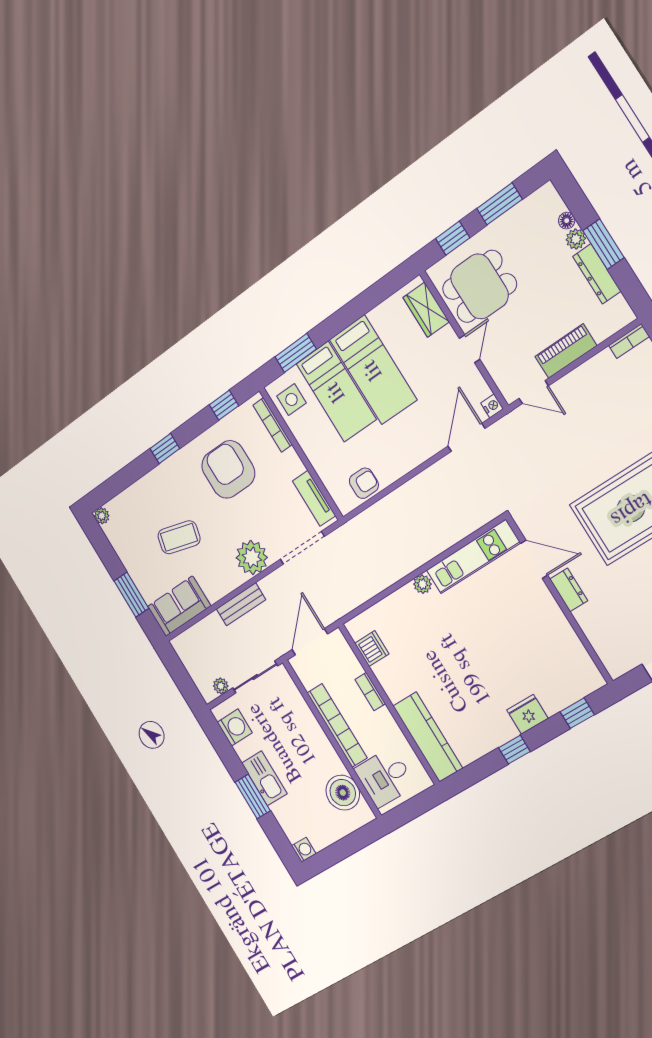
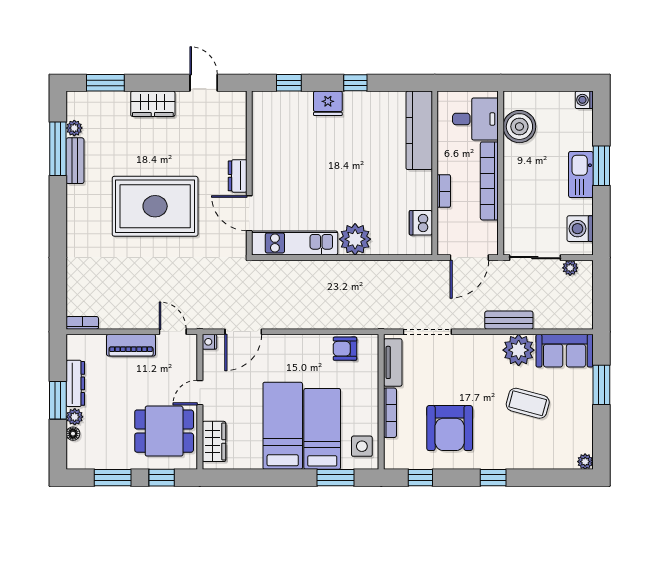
bookcase: (273, 425) -> (390, 413), moved
plant: (252, 558) -> (519, 350), moved
plant: (422, 584) -> (355, 239), width x1.88, depth x1.88

